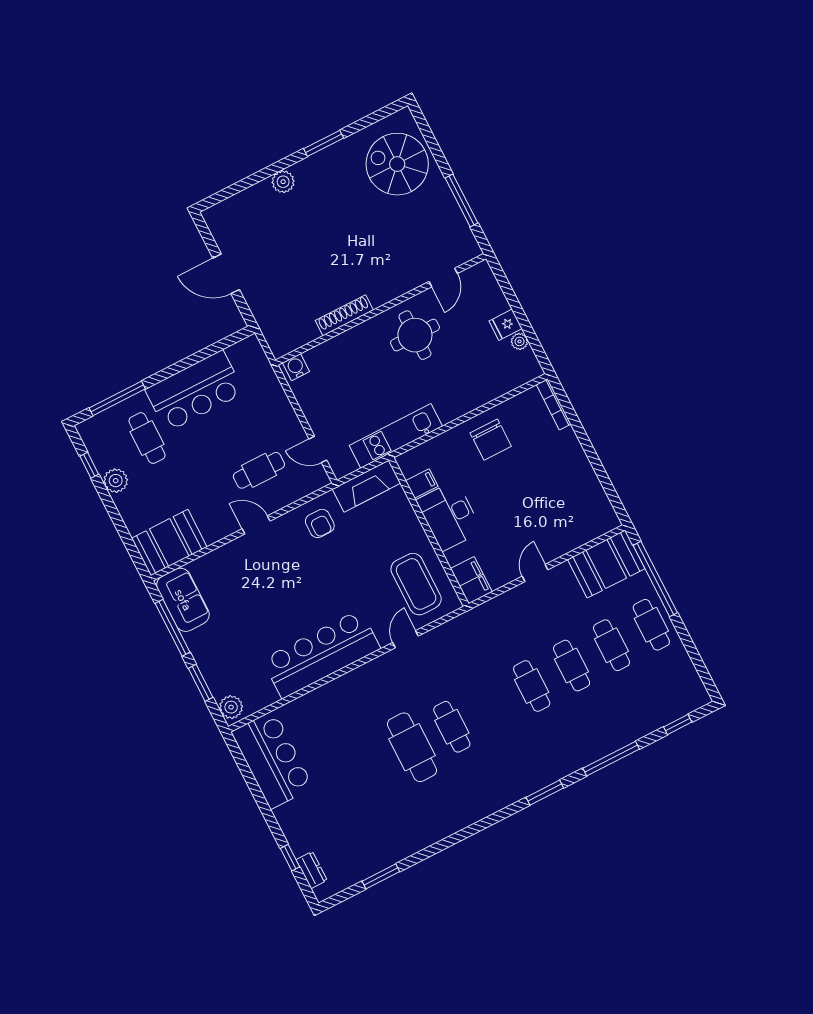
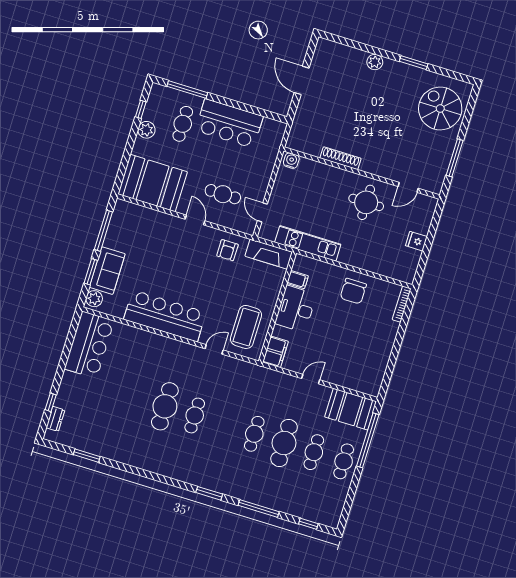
plant: (519, 341) -> (415, 256), removed
booth: (169, 543) -> (153, 183), width x1.36, depth x1.42
sofa: (183, 600) -> (107, 271), moved
cafe table: (572, 666) -> (284, 443), width x1.37, depth x1.35

